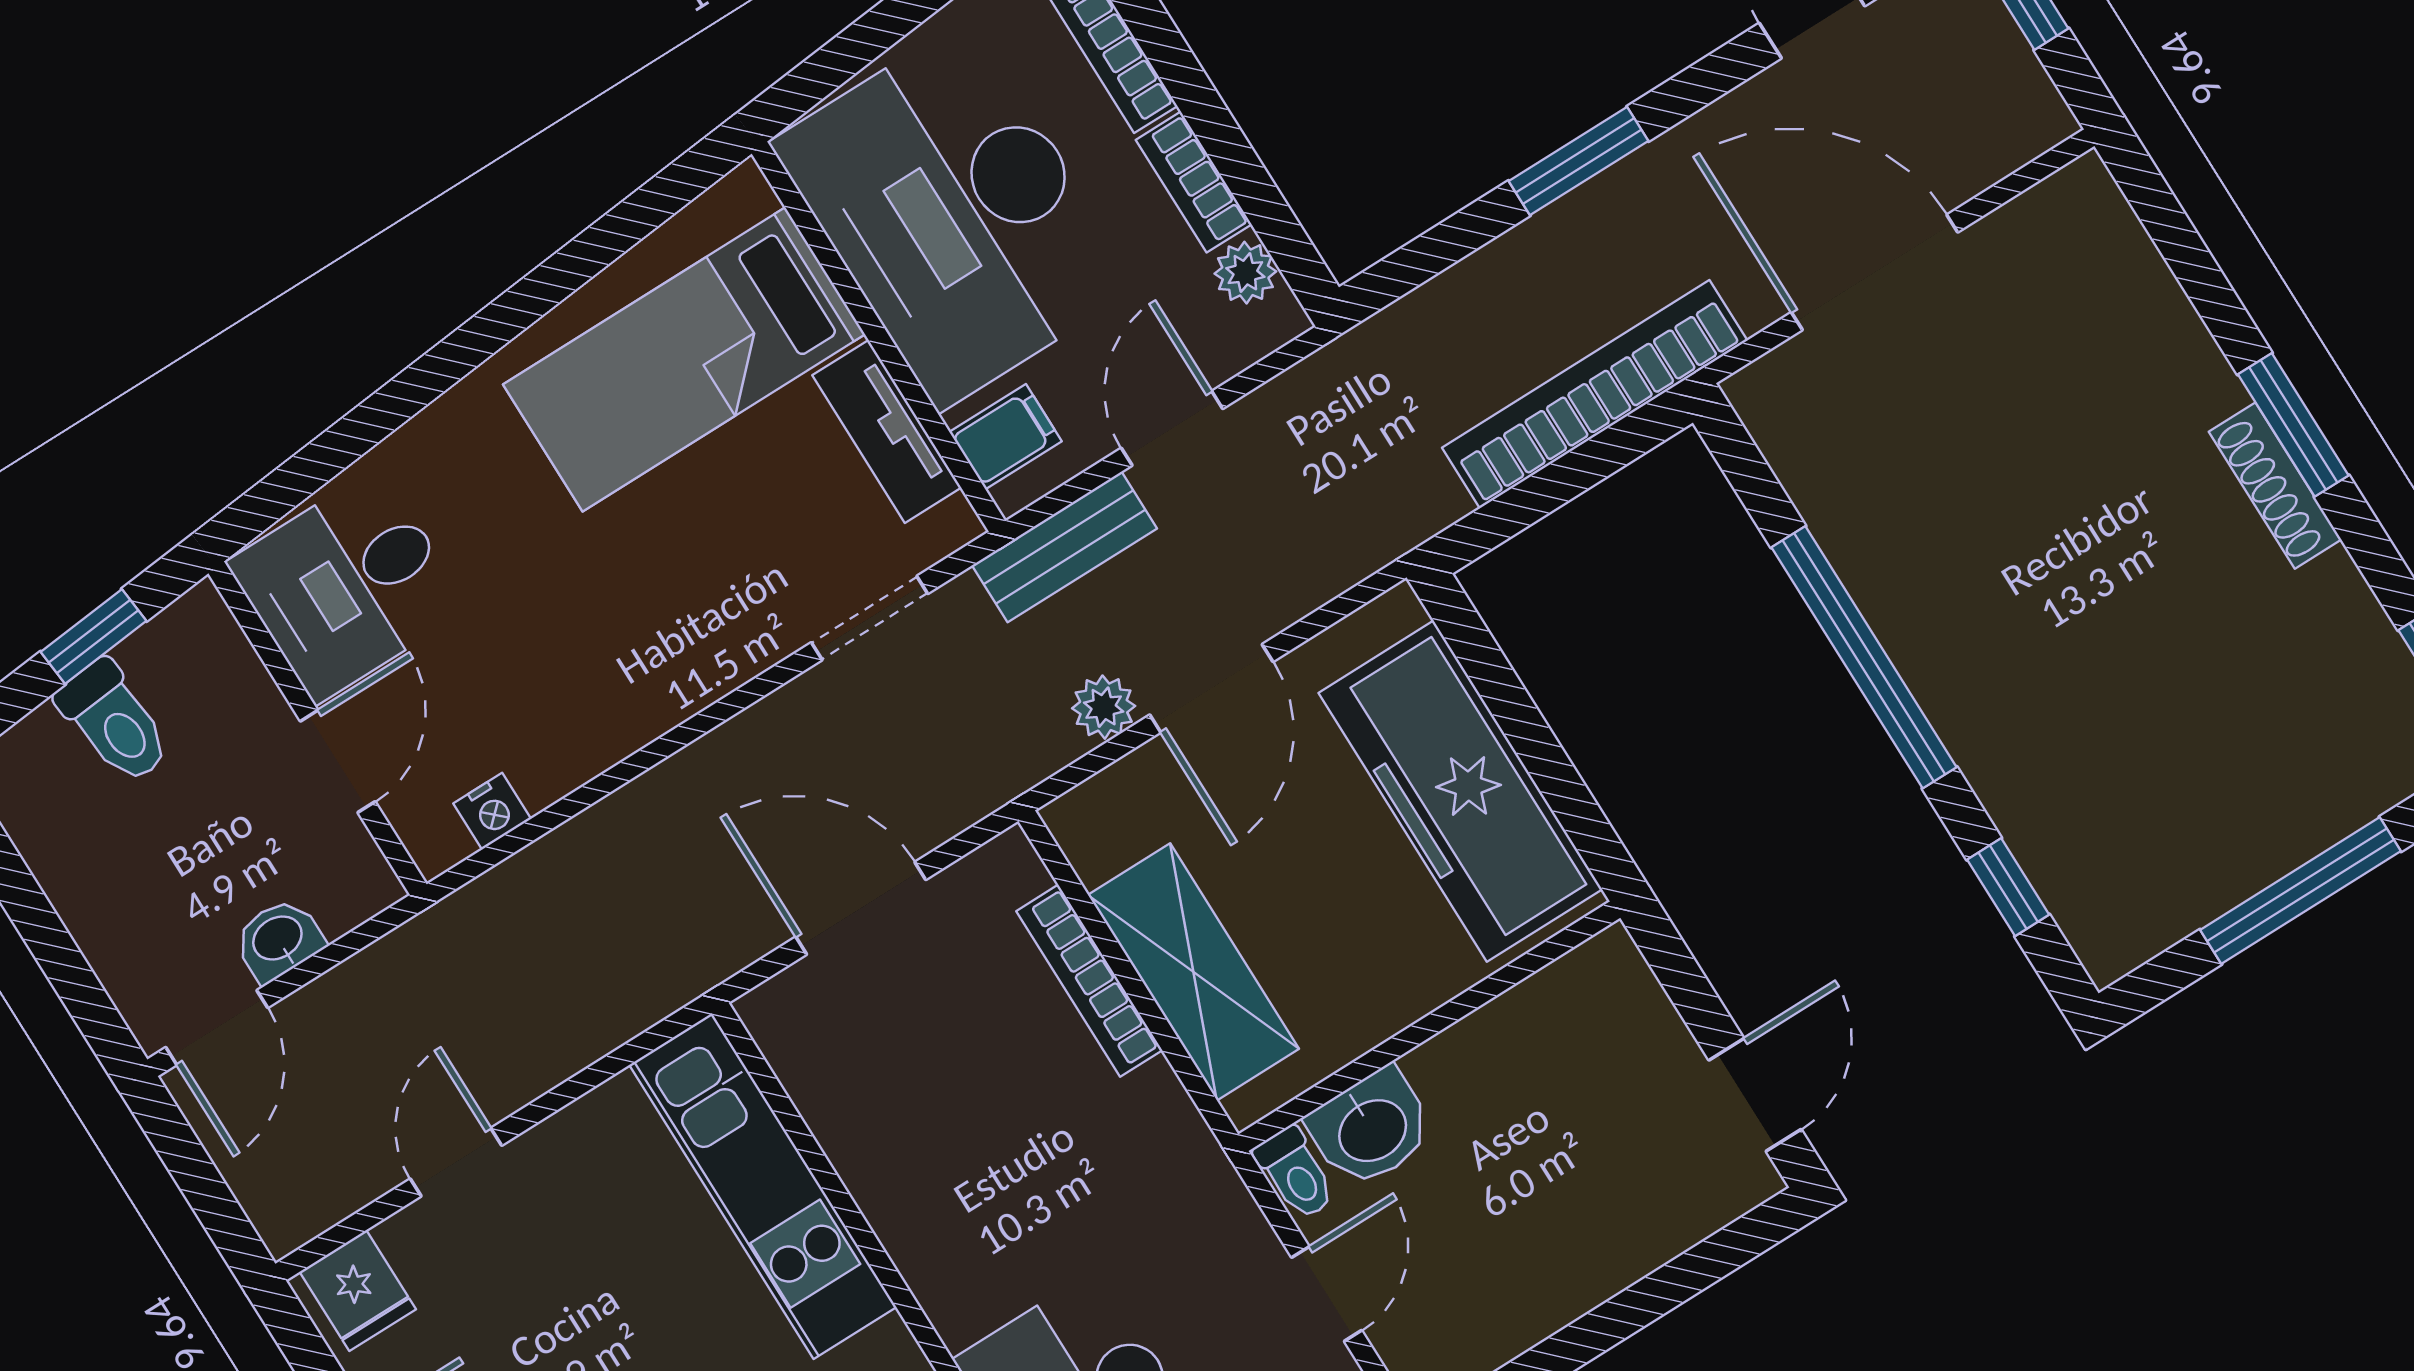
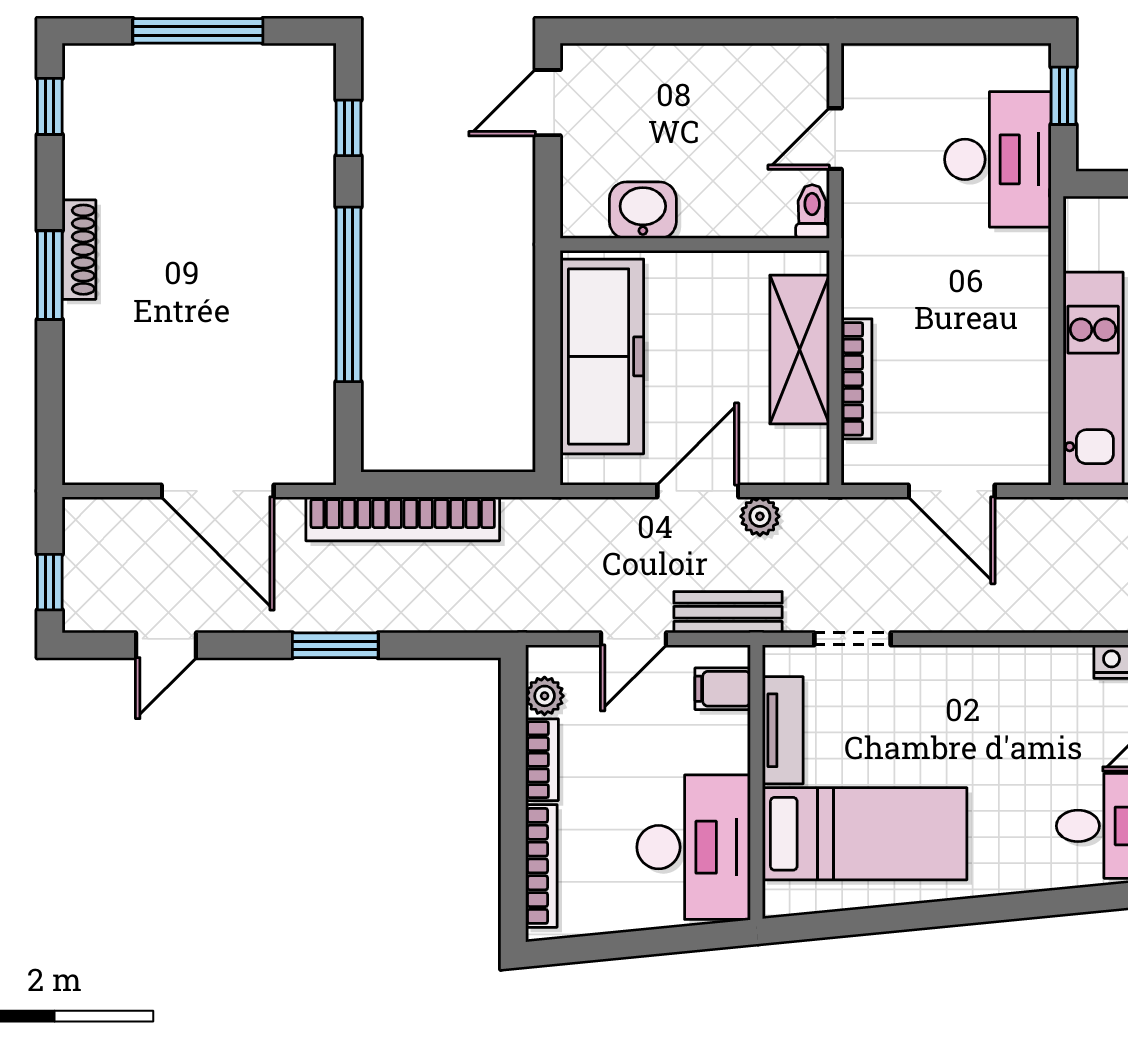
desk: (955, 214) -> (694, 847), width x0.73, depth x0.77
washbasin: (1371, 1128) -> (643, 210), moved

